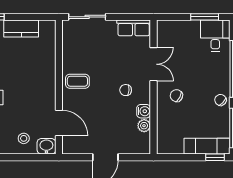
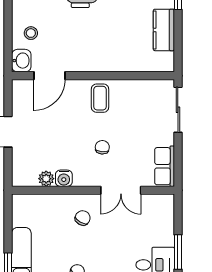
chair: (126, 90) -> (102, 147), moved

